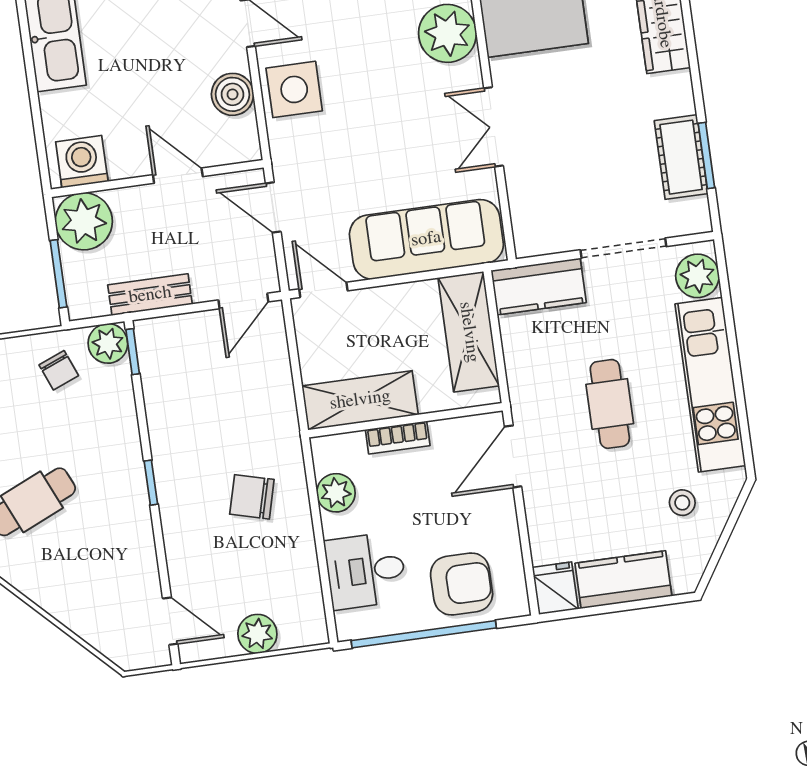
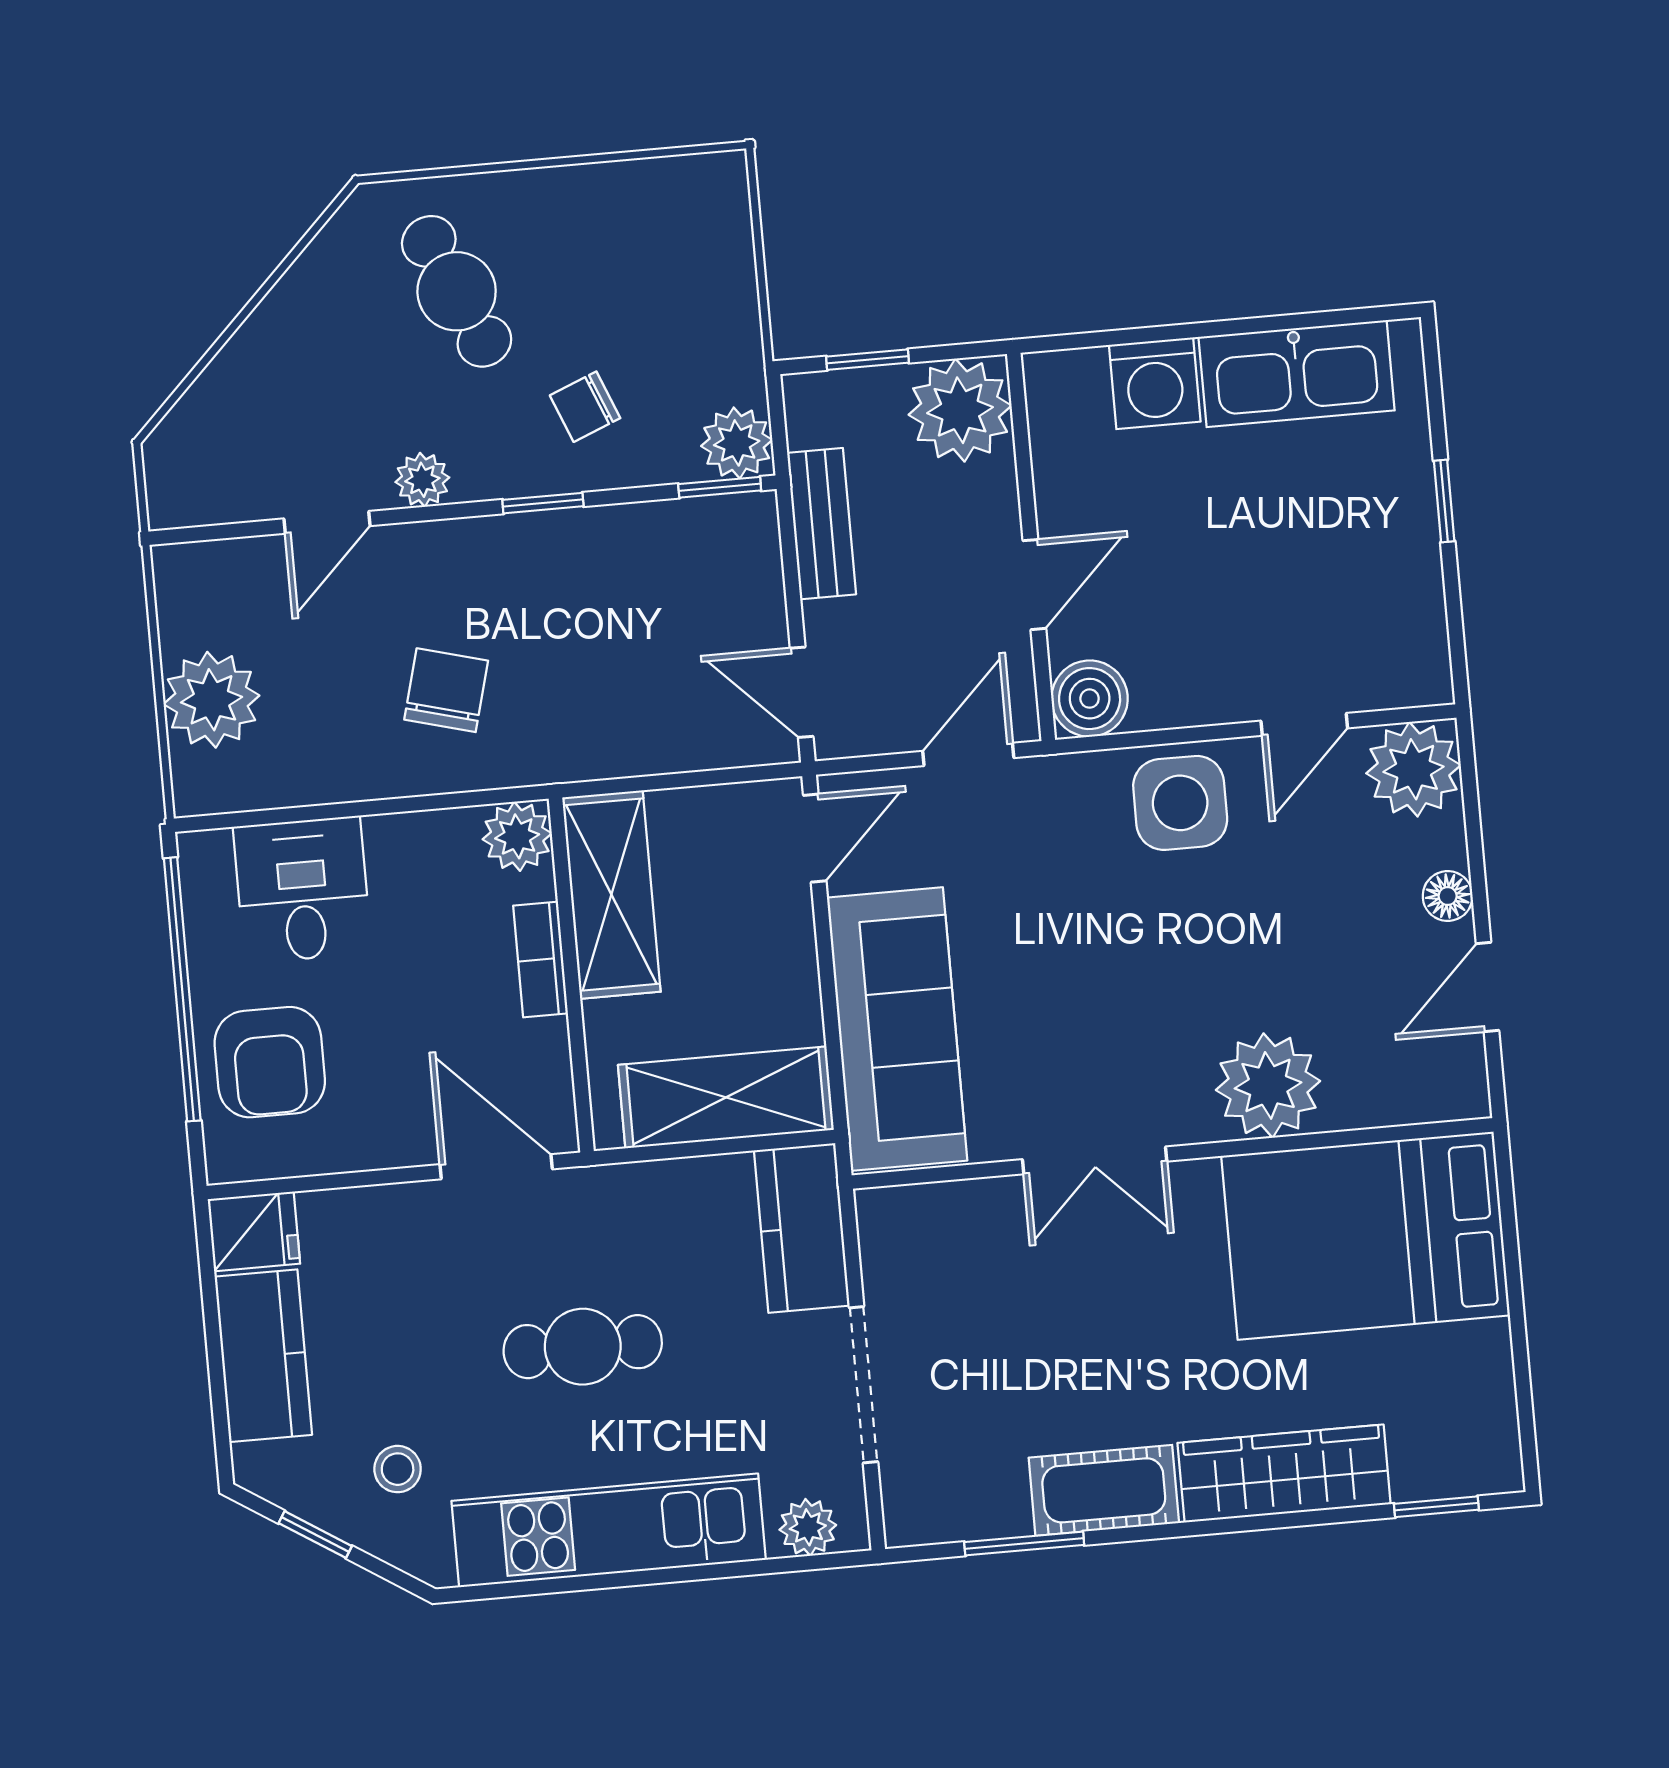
boiler: (233, 94) -> (1090, 699), moved
double door: (493, 127) -> (1095, 1160), swing flipped
cot: (681, 157) -> (1104, 1490), moved
washing machine: (82, 162) -> (1155, 383), moved, turned 90
window: (58, 274) -> (867, 360), width x0.67
plant: (697, 276) -> (808, 1527), width x0.73, depth x0.73
chair: (59, 370) -> (585, 407), moved
window: (151, 483) -> (543, 503), moved
plant: (336, 493) -> (517, 836), moved
plant: (137, 516) -> (422, 480), added
window: (721, 546) -> (315, 1535), added
door: (170, 621) -> (327, 522), moved
plant: (257, 634) -> (212, 700), width x1.36, depth x1.36

